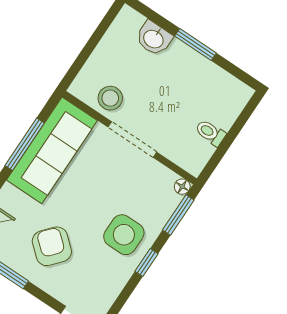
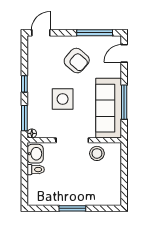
washbasin: (154, 38) -> (35, 154), moved, turned 90
side table: (124, 235) -> (63, 99), moved

